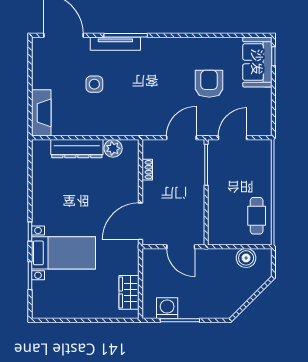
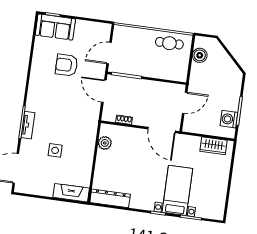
tv unit: (115, 44) -> (28, 125), width x0.71
door: (233, 138) -> (109, 53), hinge flipped
dresser: (77, 149) -> (110, 198), moved, turned -90

